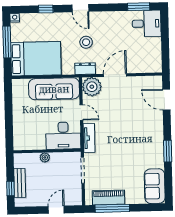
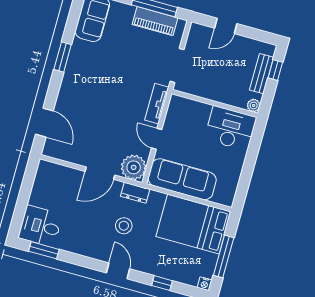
desk: (63, 136) -> (230, 128), moved
plant: (45, 157) -> (254, 105), moved

